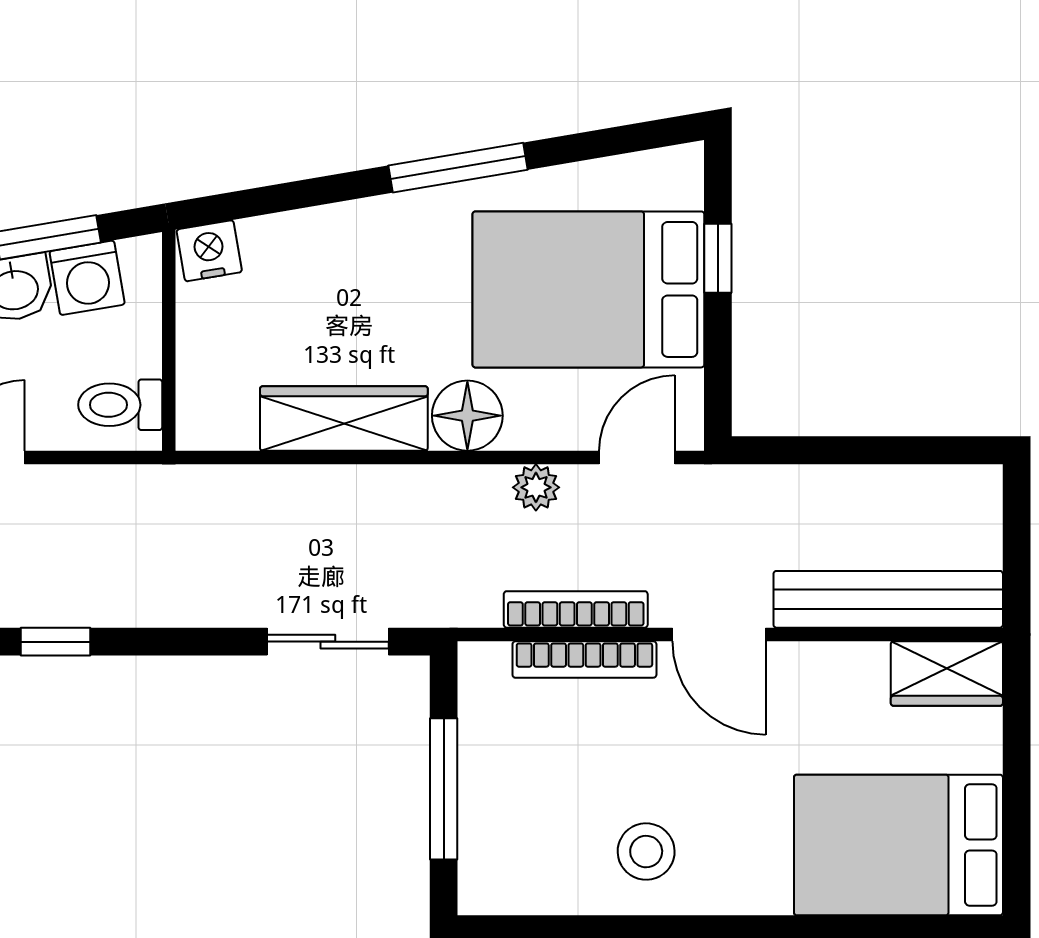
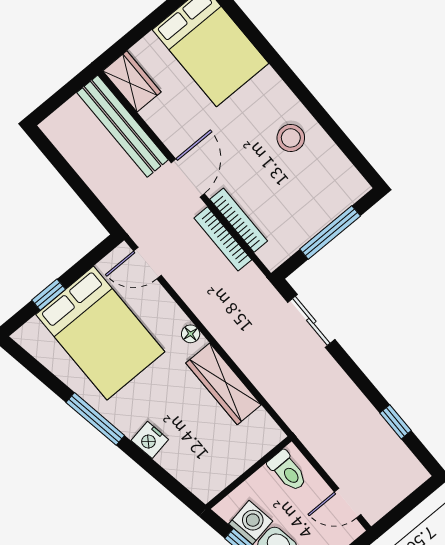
nightstand: (209, 251) -> (150, 440), moved
floor lamp: (467, 416) -> (191, 334), width x0.53, depth x0.53
plant: (536, 487) -> (190, 291), removed

